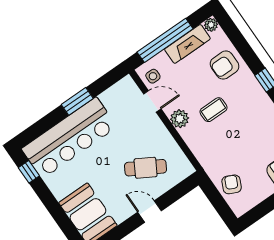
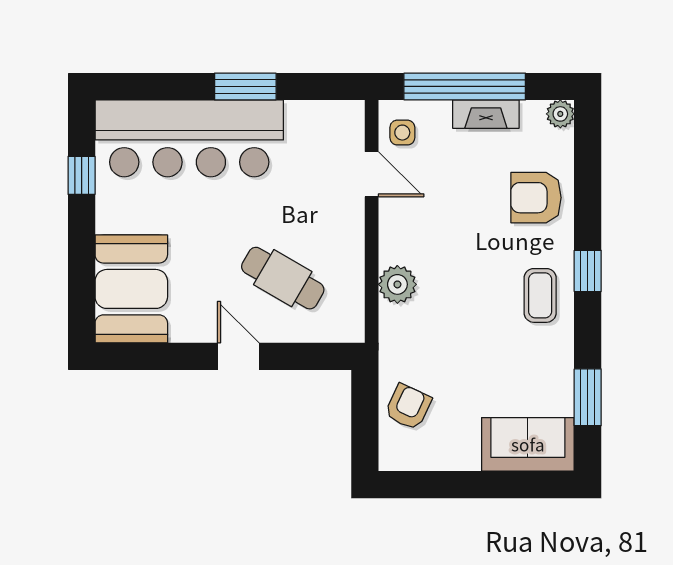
fireplace: (187, 44) -> (486, 114), width x0.73, depth x0.76
coffee table: (213, 110) -> (540, 295), moved, turned 90
plant: (180, 119) -> (397, 284), moved
window: (29, 172) -> (82, 175), moved

